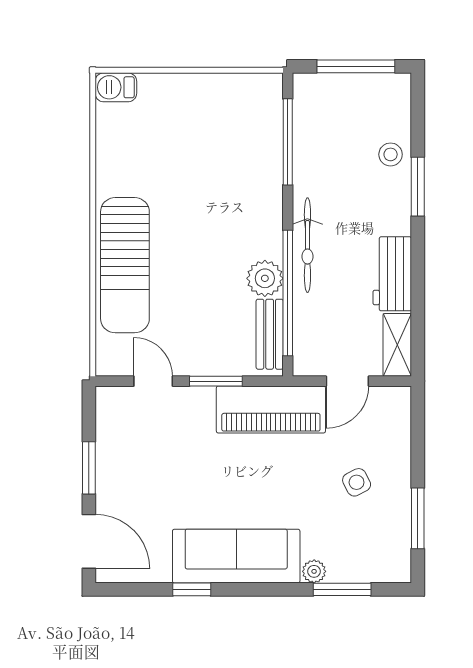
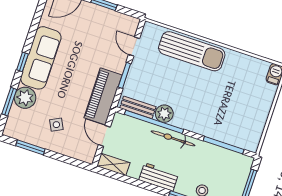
sun lounger: (125, 265) -> (192, 51), turned 180
workbench: (392, 274) -> (159, 177), moved
door: (153, 381) -> (134, 46), swing flipped
plant: (314, 571) -> (25, 98), width x1.87, depth x1.87
window: (192, 589) -> (22, 62), moved

